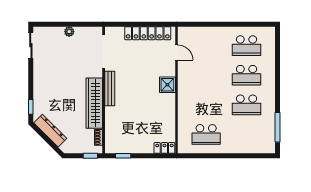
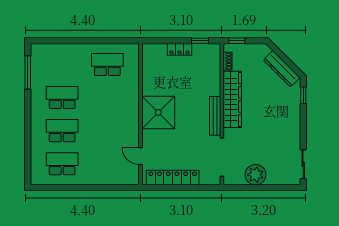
plant: (69, 32) -> (256, 175), width x1.88, depth x1.88
shower: (167, 85) -> (158, 112), width x1.86, depth x1.86
locker: (164, 148) -> (179, 49), moved

